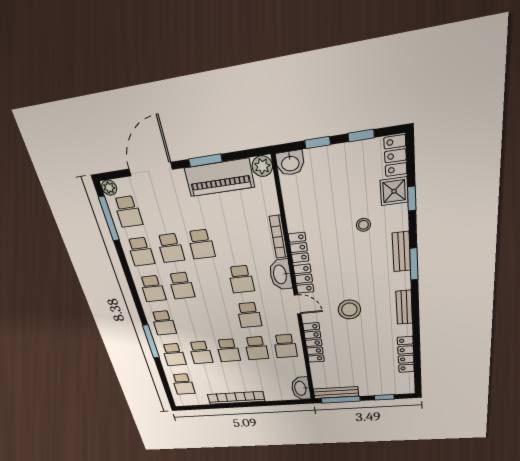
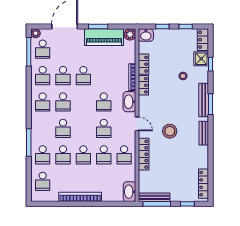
bench: (401, 252) -> (204, 100), width x1.36
locker: (304, 279) -> (144, 64), moved
school desk: (164, 323) -> (63, 128), moved
locker: (406, 355) -> (203, 184), moved

